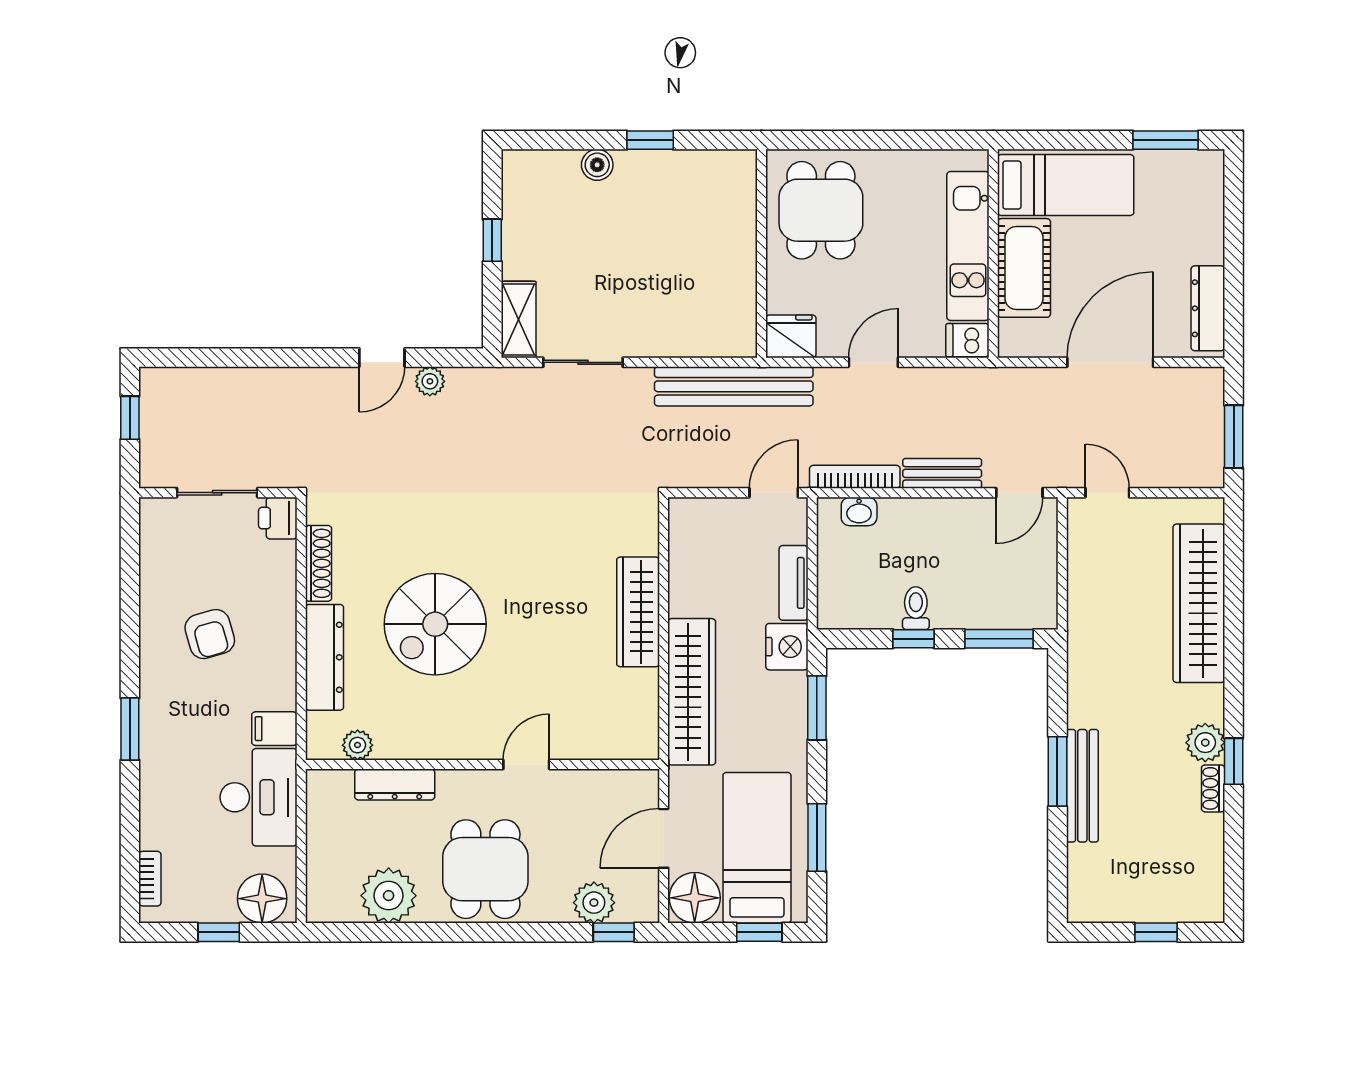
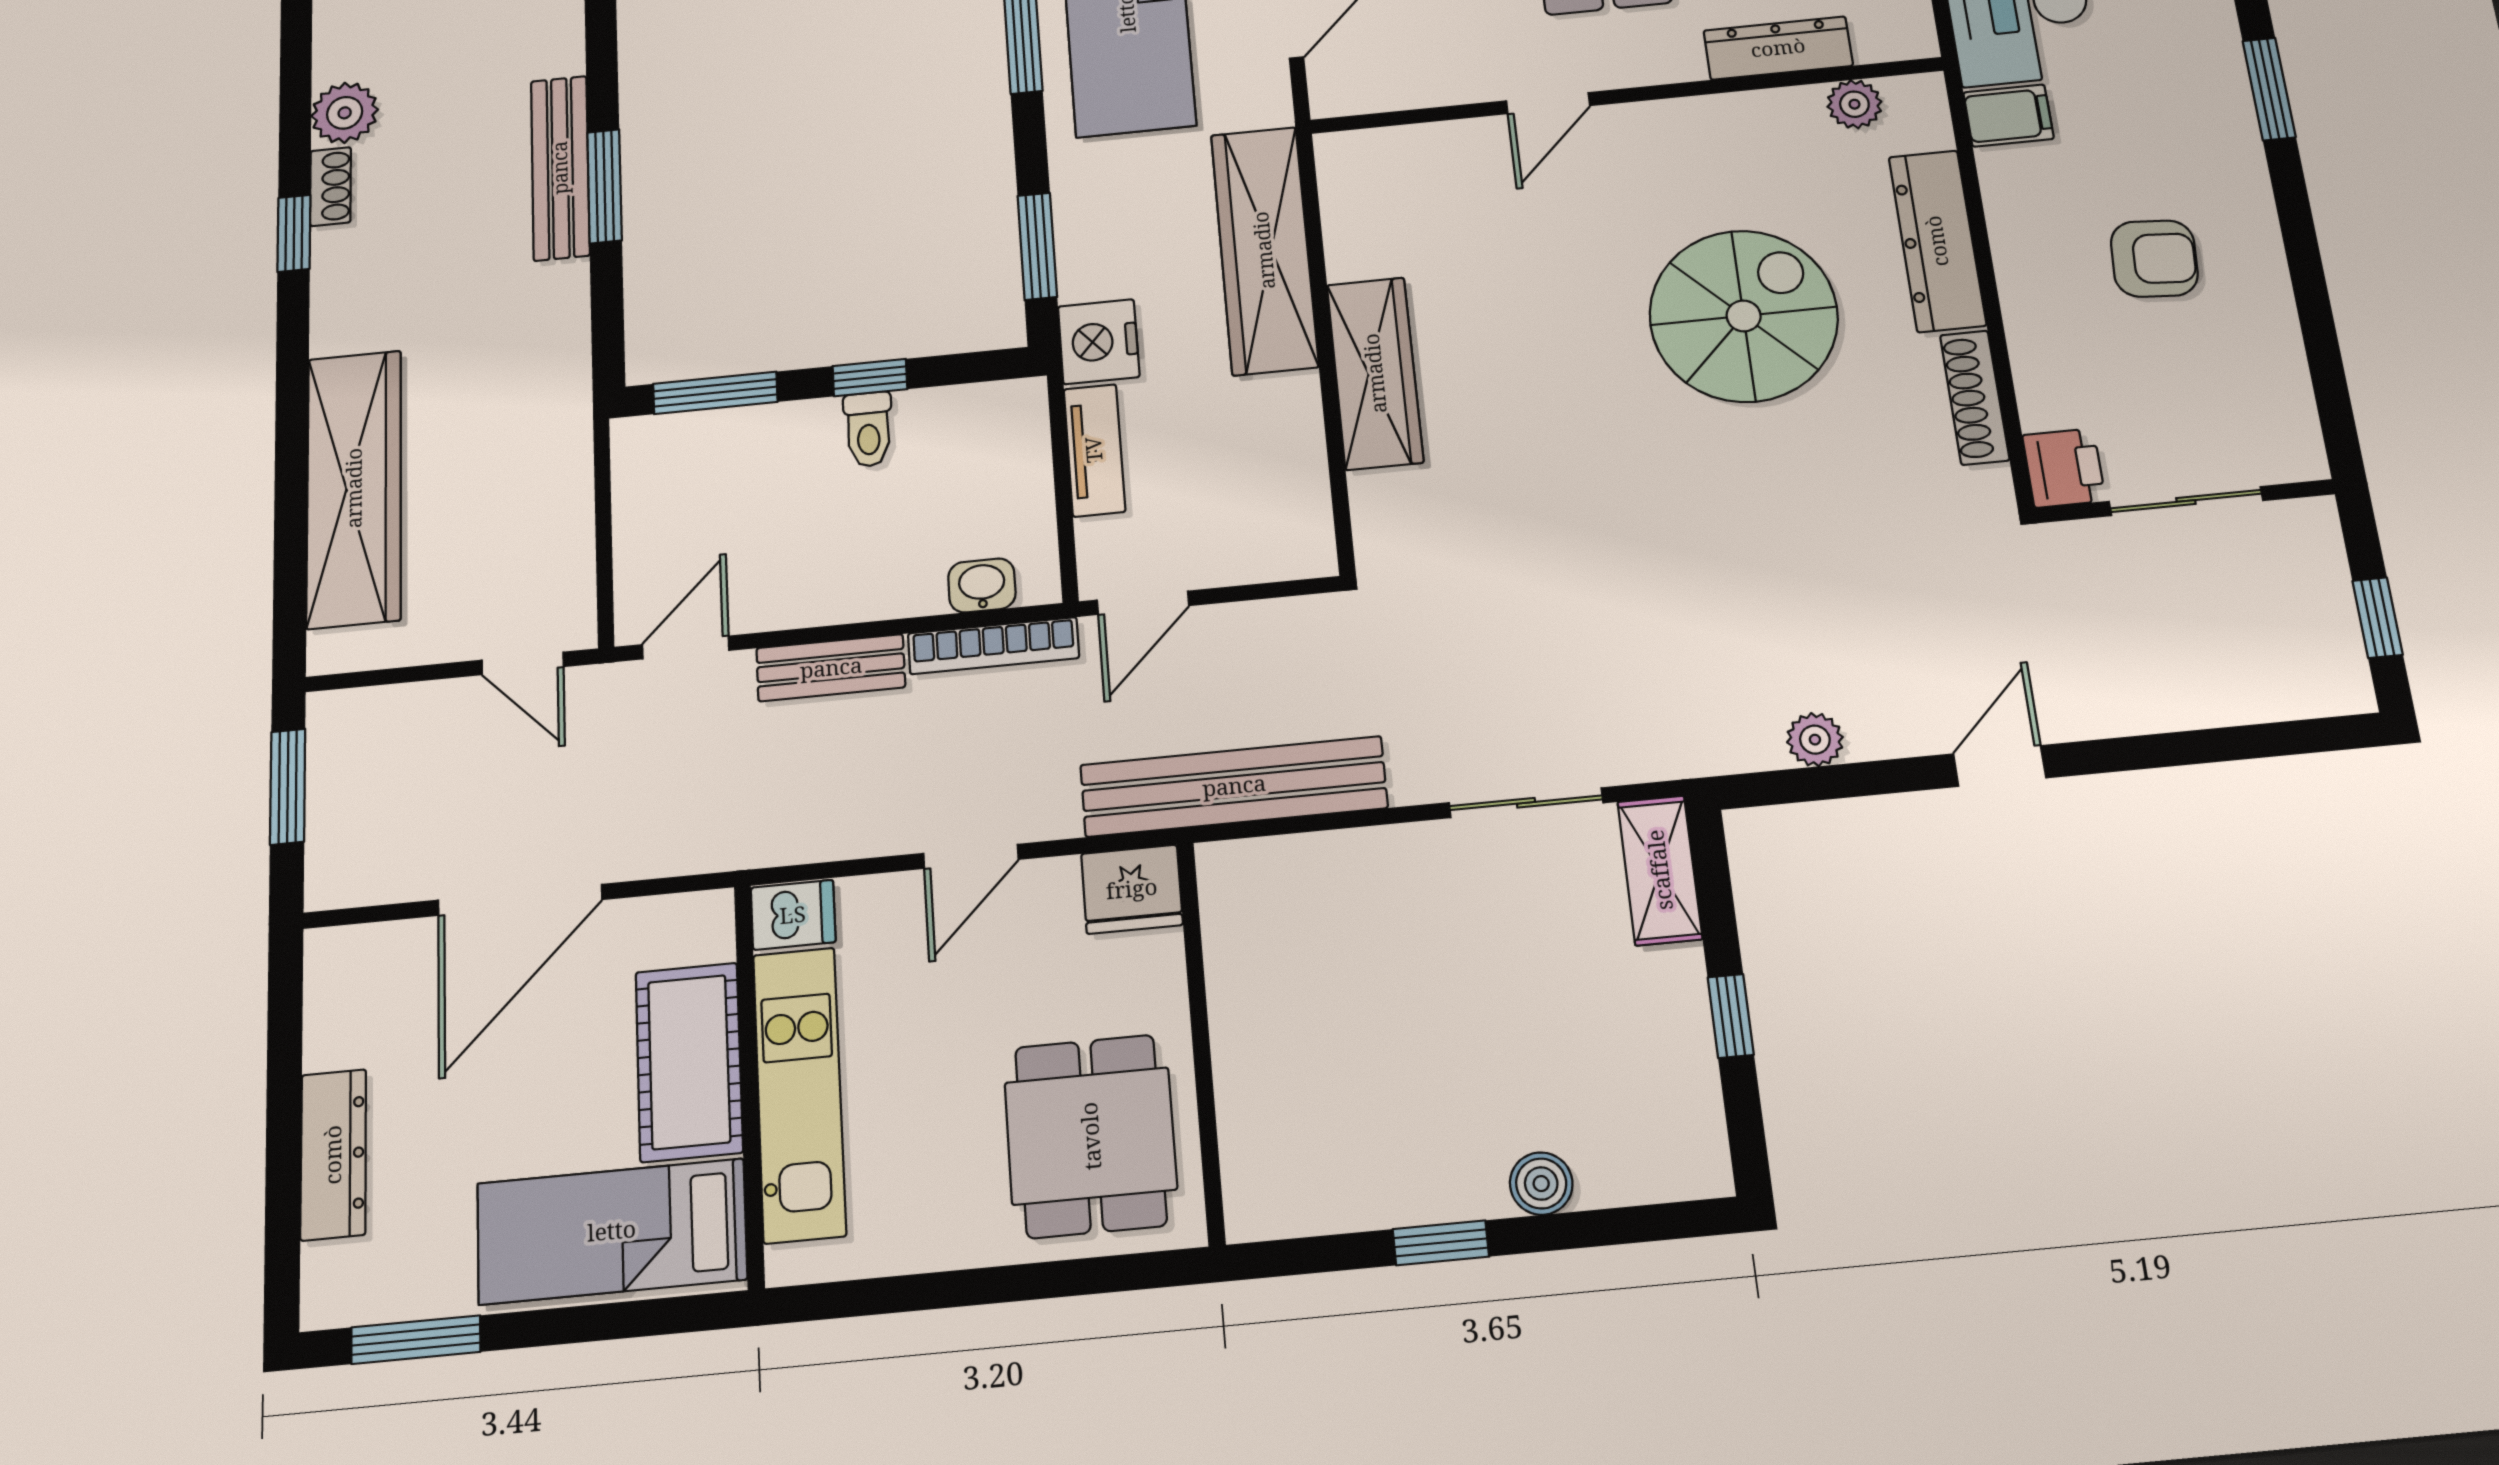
dresser: (1208, 308) -> (333, 1155), moved
door: (382, 358) -> (2000, 766), moved
armchair: (210, 634) -> (2154, 259), turned 110
plant: (1205, 743) -> (345, 113), moved

